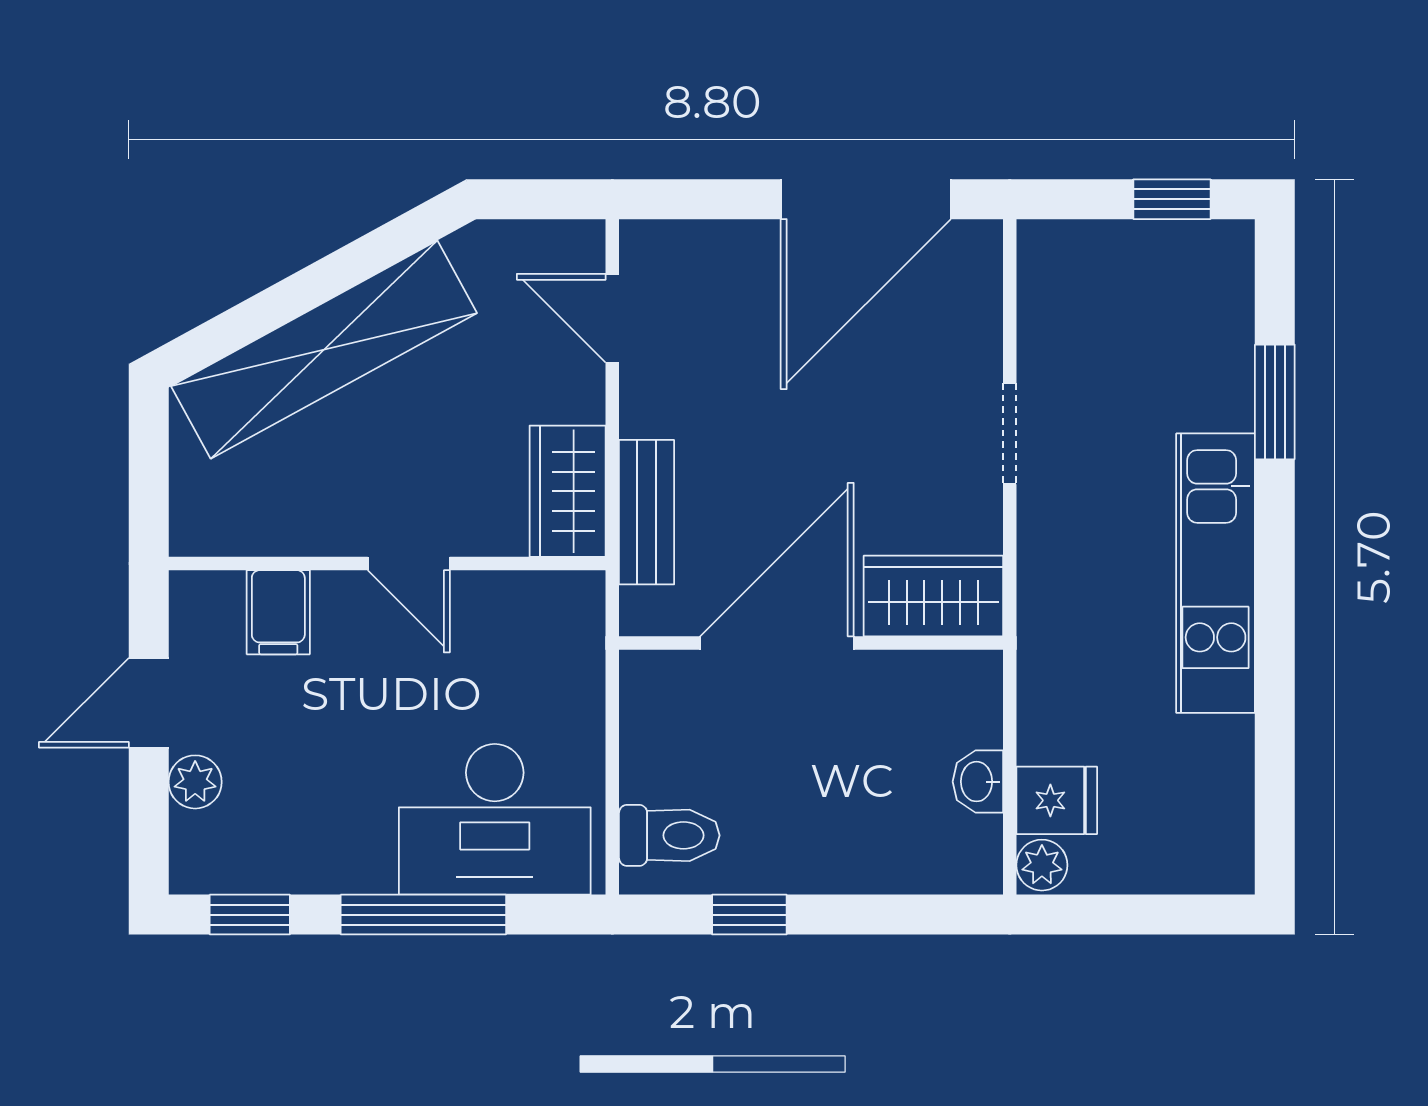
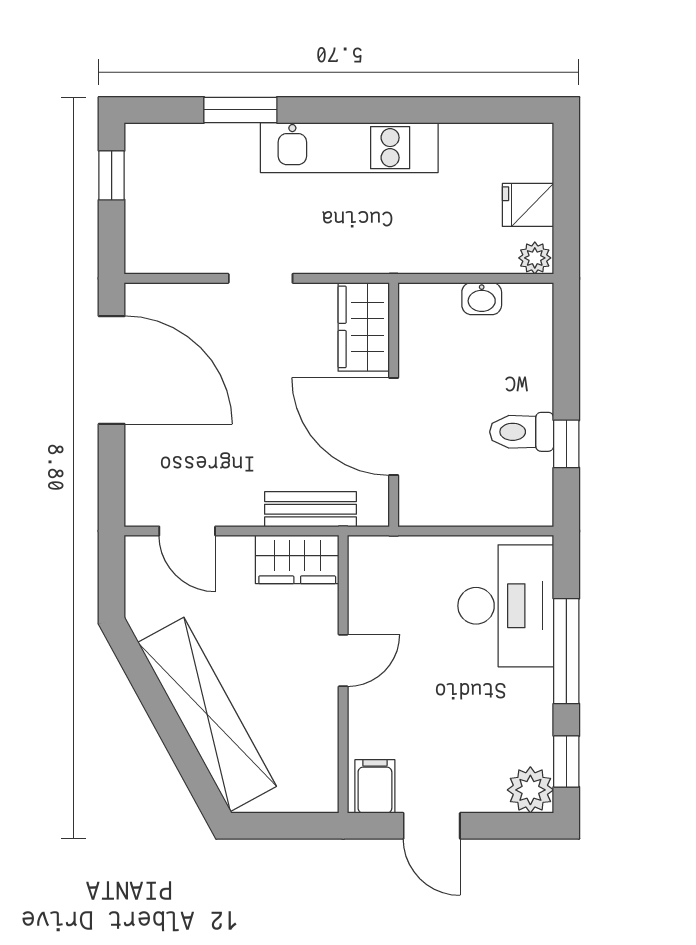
door: (612, 318) -> (187, 531), hinge flipped
filing cabinet: (278, 612) -> (375, 786), moved, turned -90
plant: (195, 782) -> (530, 790), moved, width x1.38, depth x1.38
fridge: (1057, 800) -> (528, 205), moved, turned -90
toilet: (669, 835) -> (522, 432), moved, turned -90

